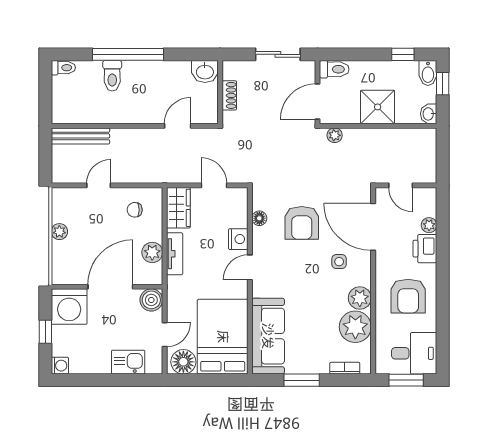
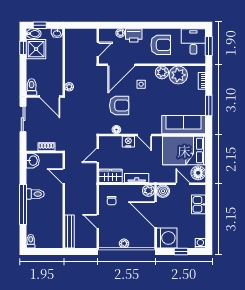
toilet: (112, 76) -> (35, 194), moved
shower: (378, 107) -> (36, 49), moved
plant: (152, 252) -> (148, 191), moved

